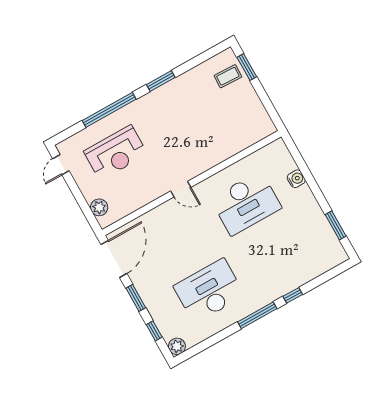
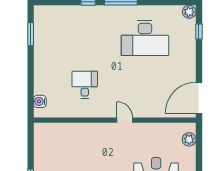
water cooler: (296, 179) -> (40, 101), moved
desk: (246, 203) -> (85, 85), width x0.53, depth x0.77
window: (136, 298) -> (199, 62), removed

